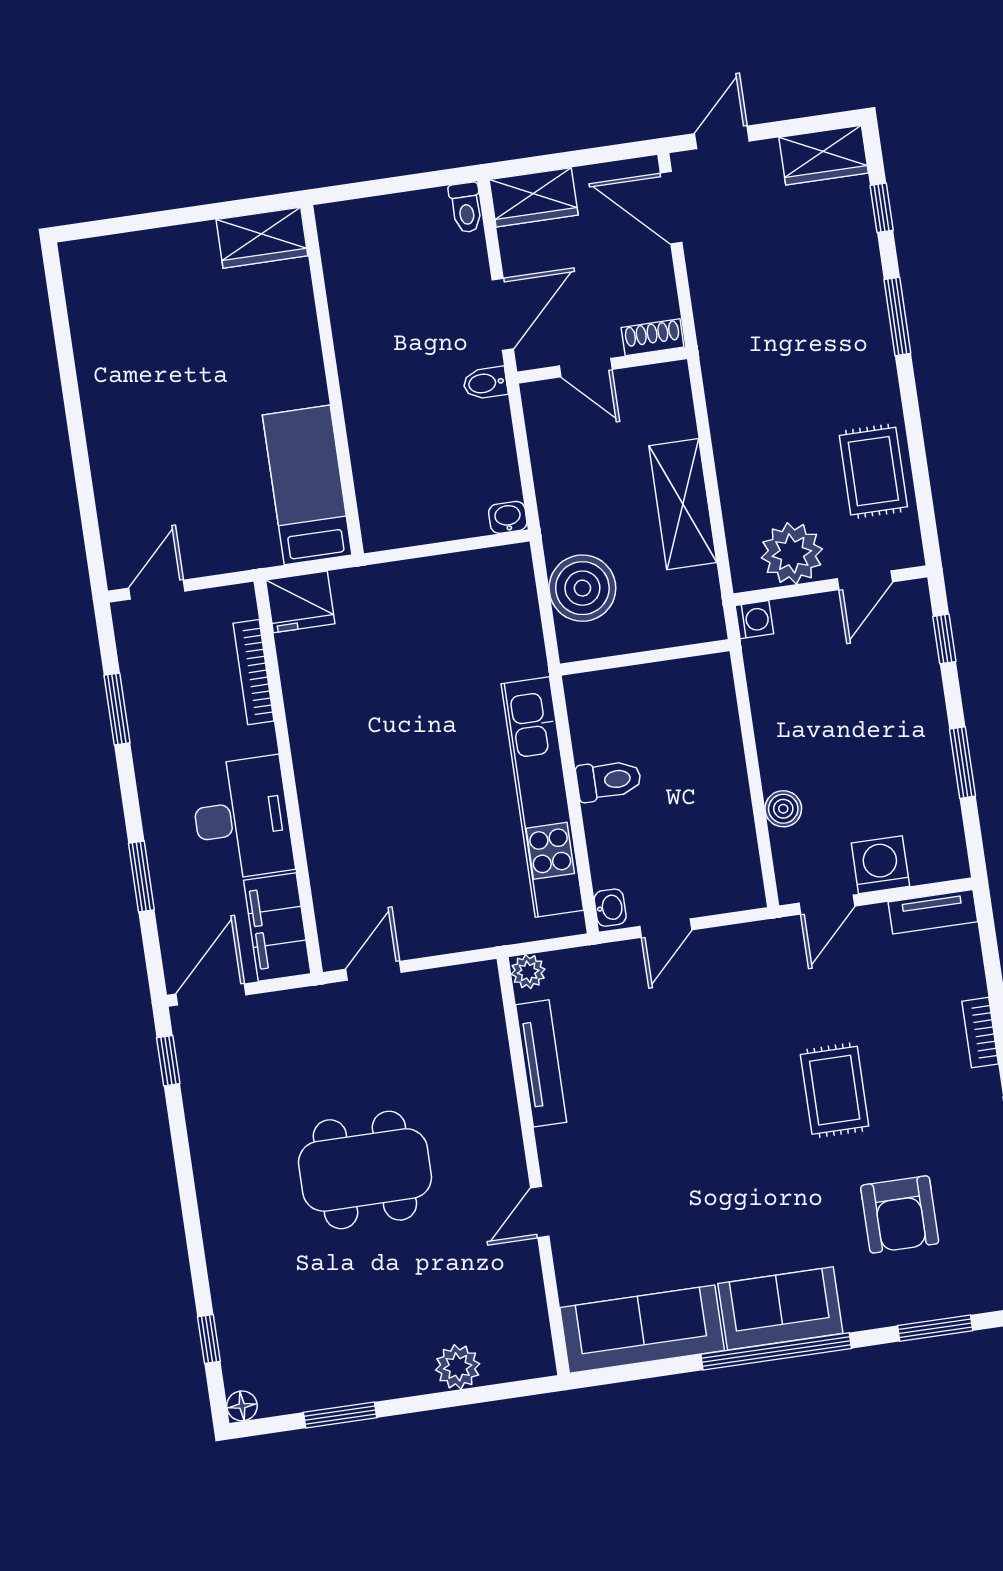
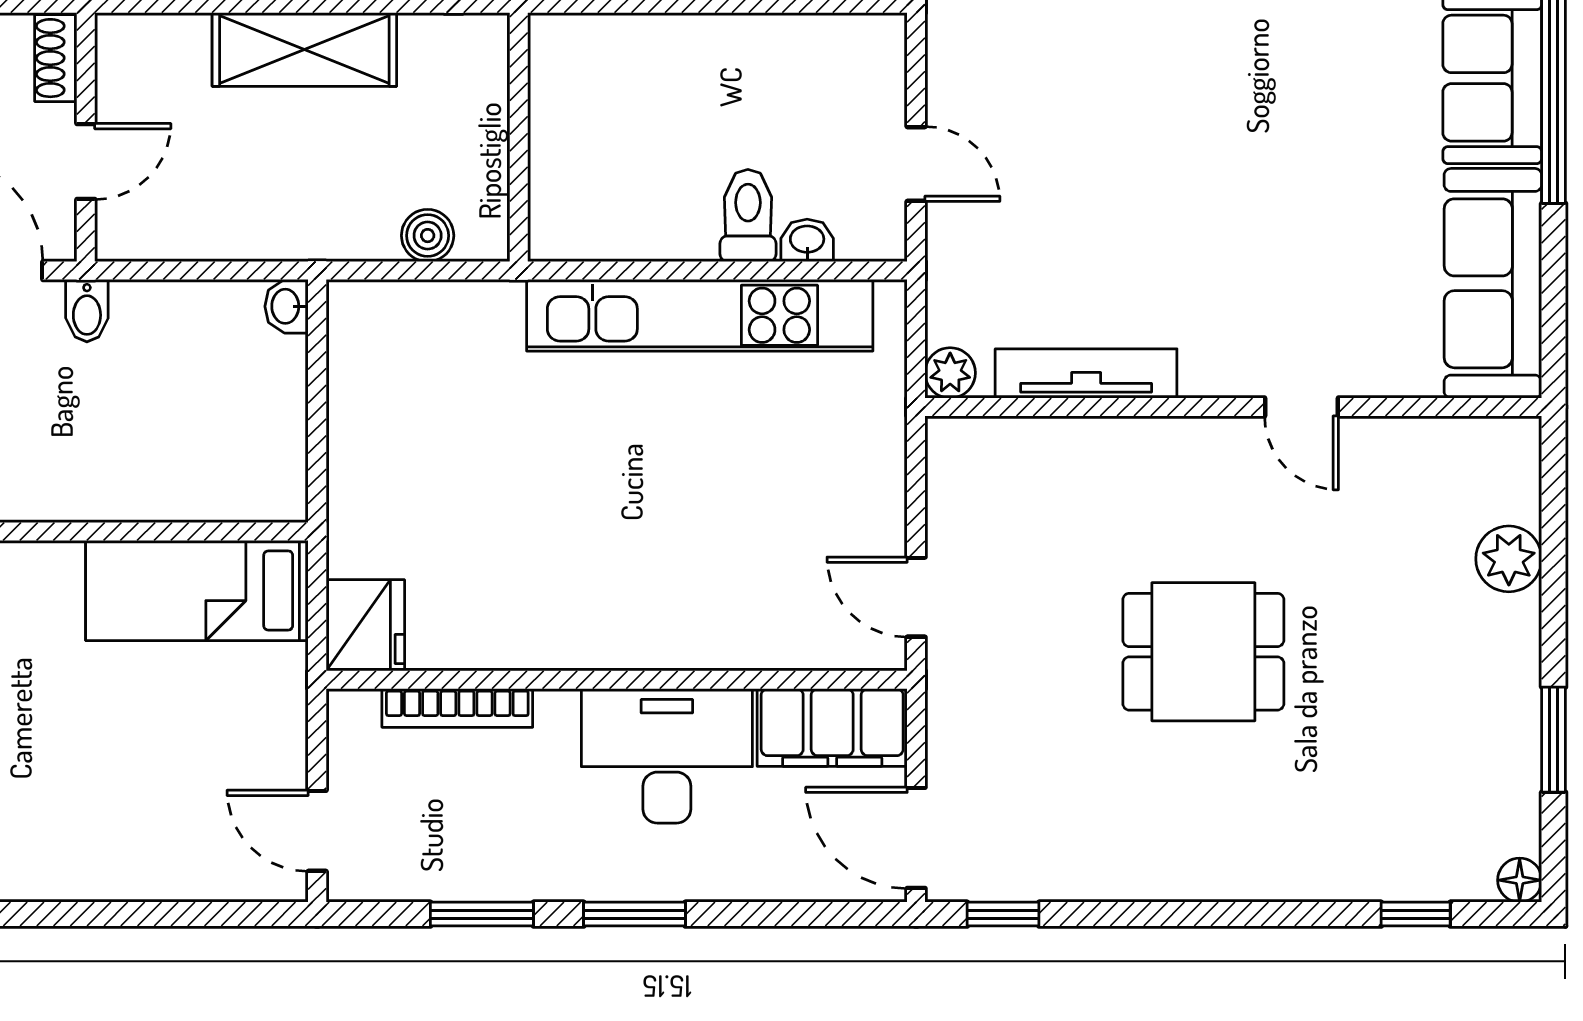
boiler: (582, 588) -> (428, 236), width x0.54, depth x0.54
toilet: (609, 780) -> (748, 216), moved
window: (141, 876) -> (634, 914), moved
washbasin: (610, 908) -> (807, 240), moved
dining table: (365, 1170) -> (1203, 652), width x0.73

